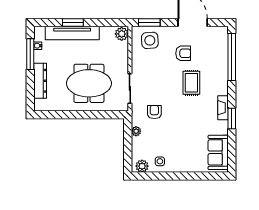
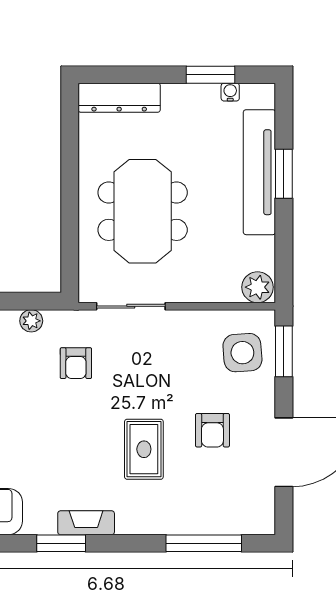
window: (30, 54) -> (210, 75), width x0.69
window: (232, 57) -> (204, 543), width x0.68
dresser: (40, 81) -> (119, 98), moved
rug: (191, 83) -> (144, 449), turned 90
armchair: (154, 112) -> (76, 363), turned 90

